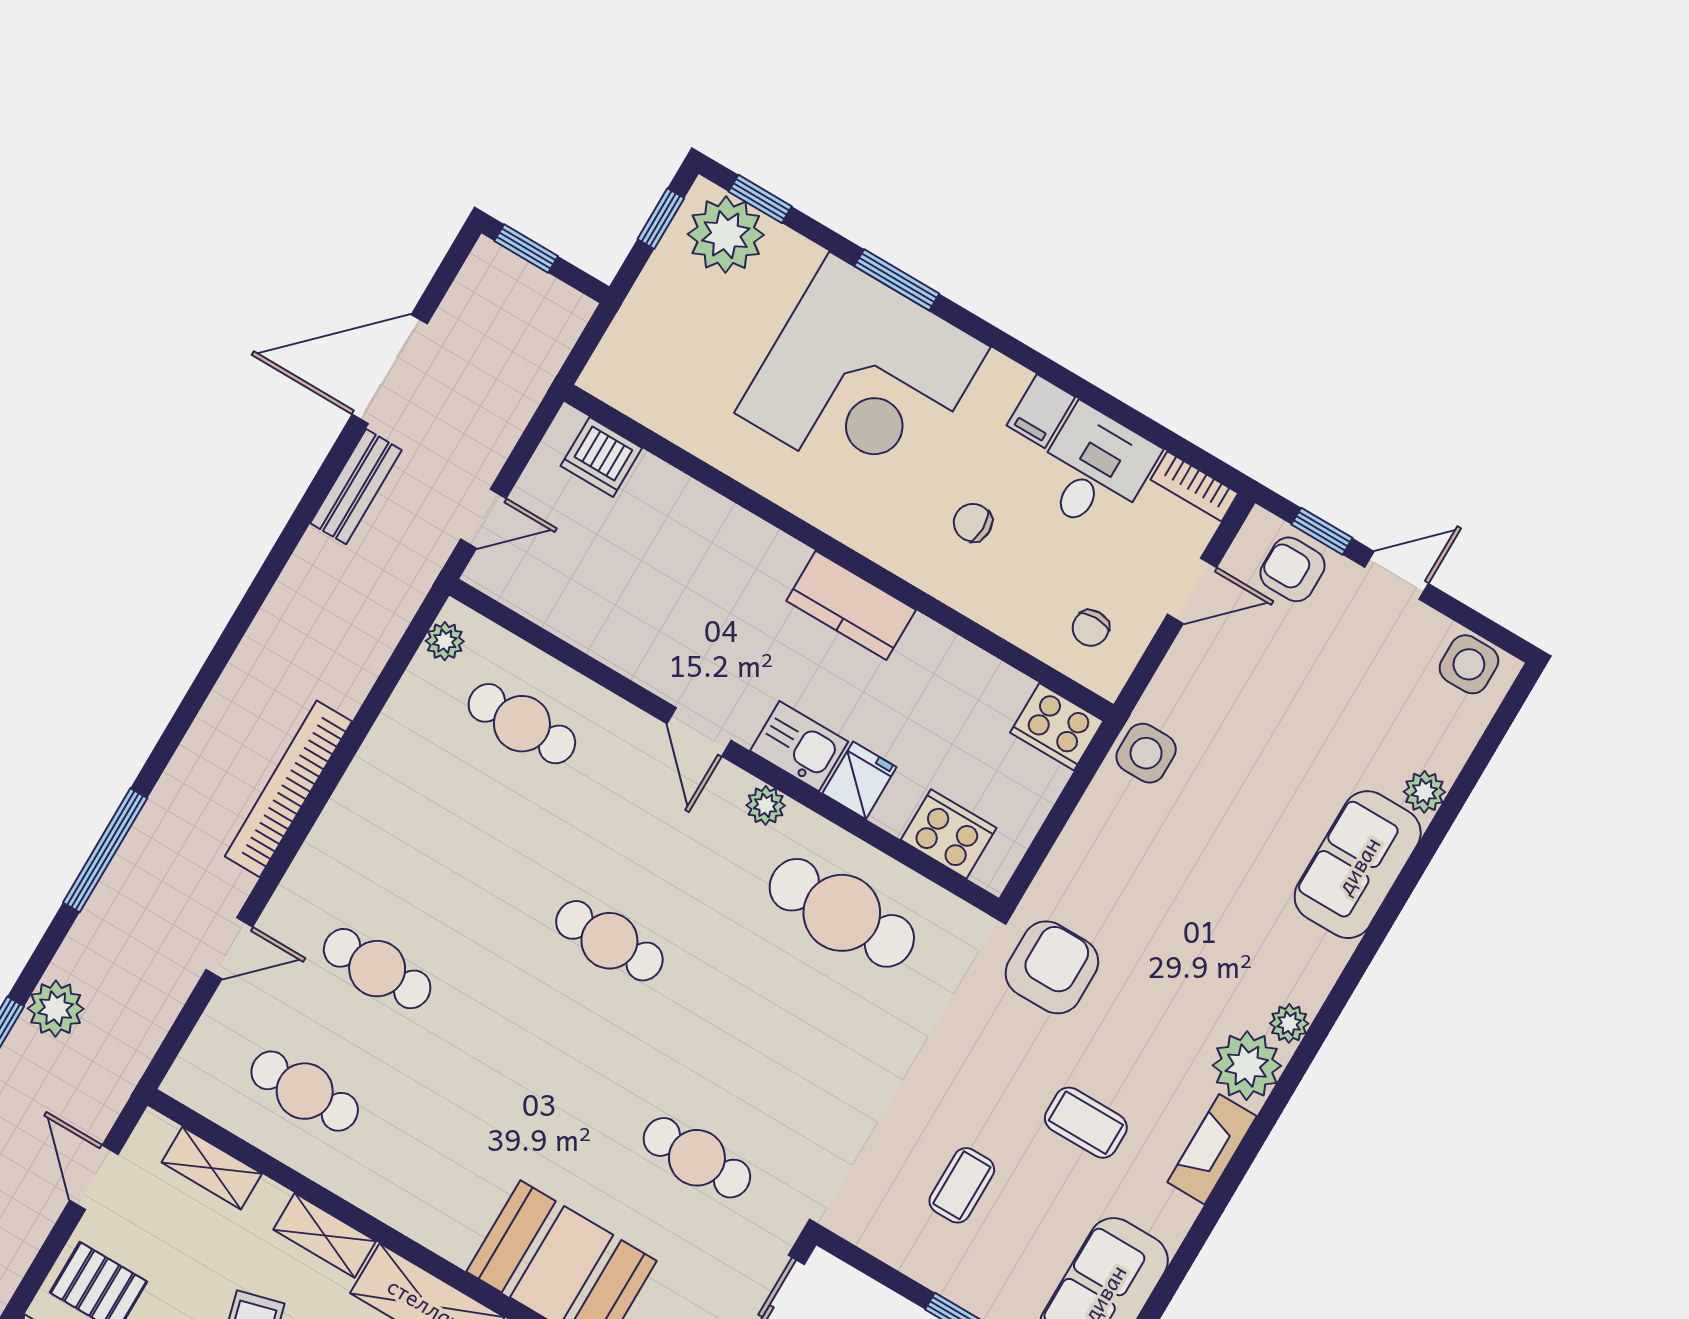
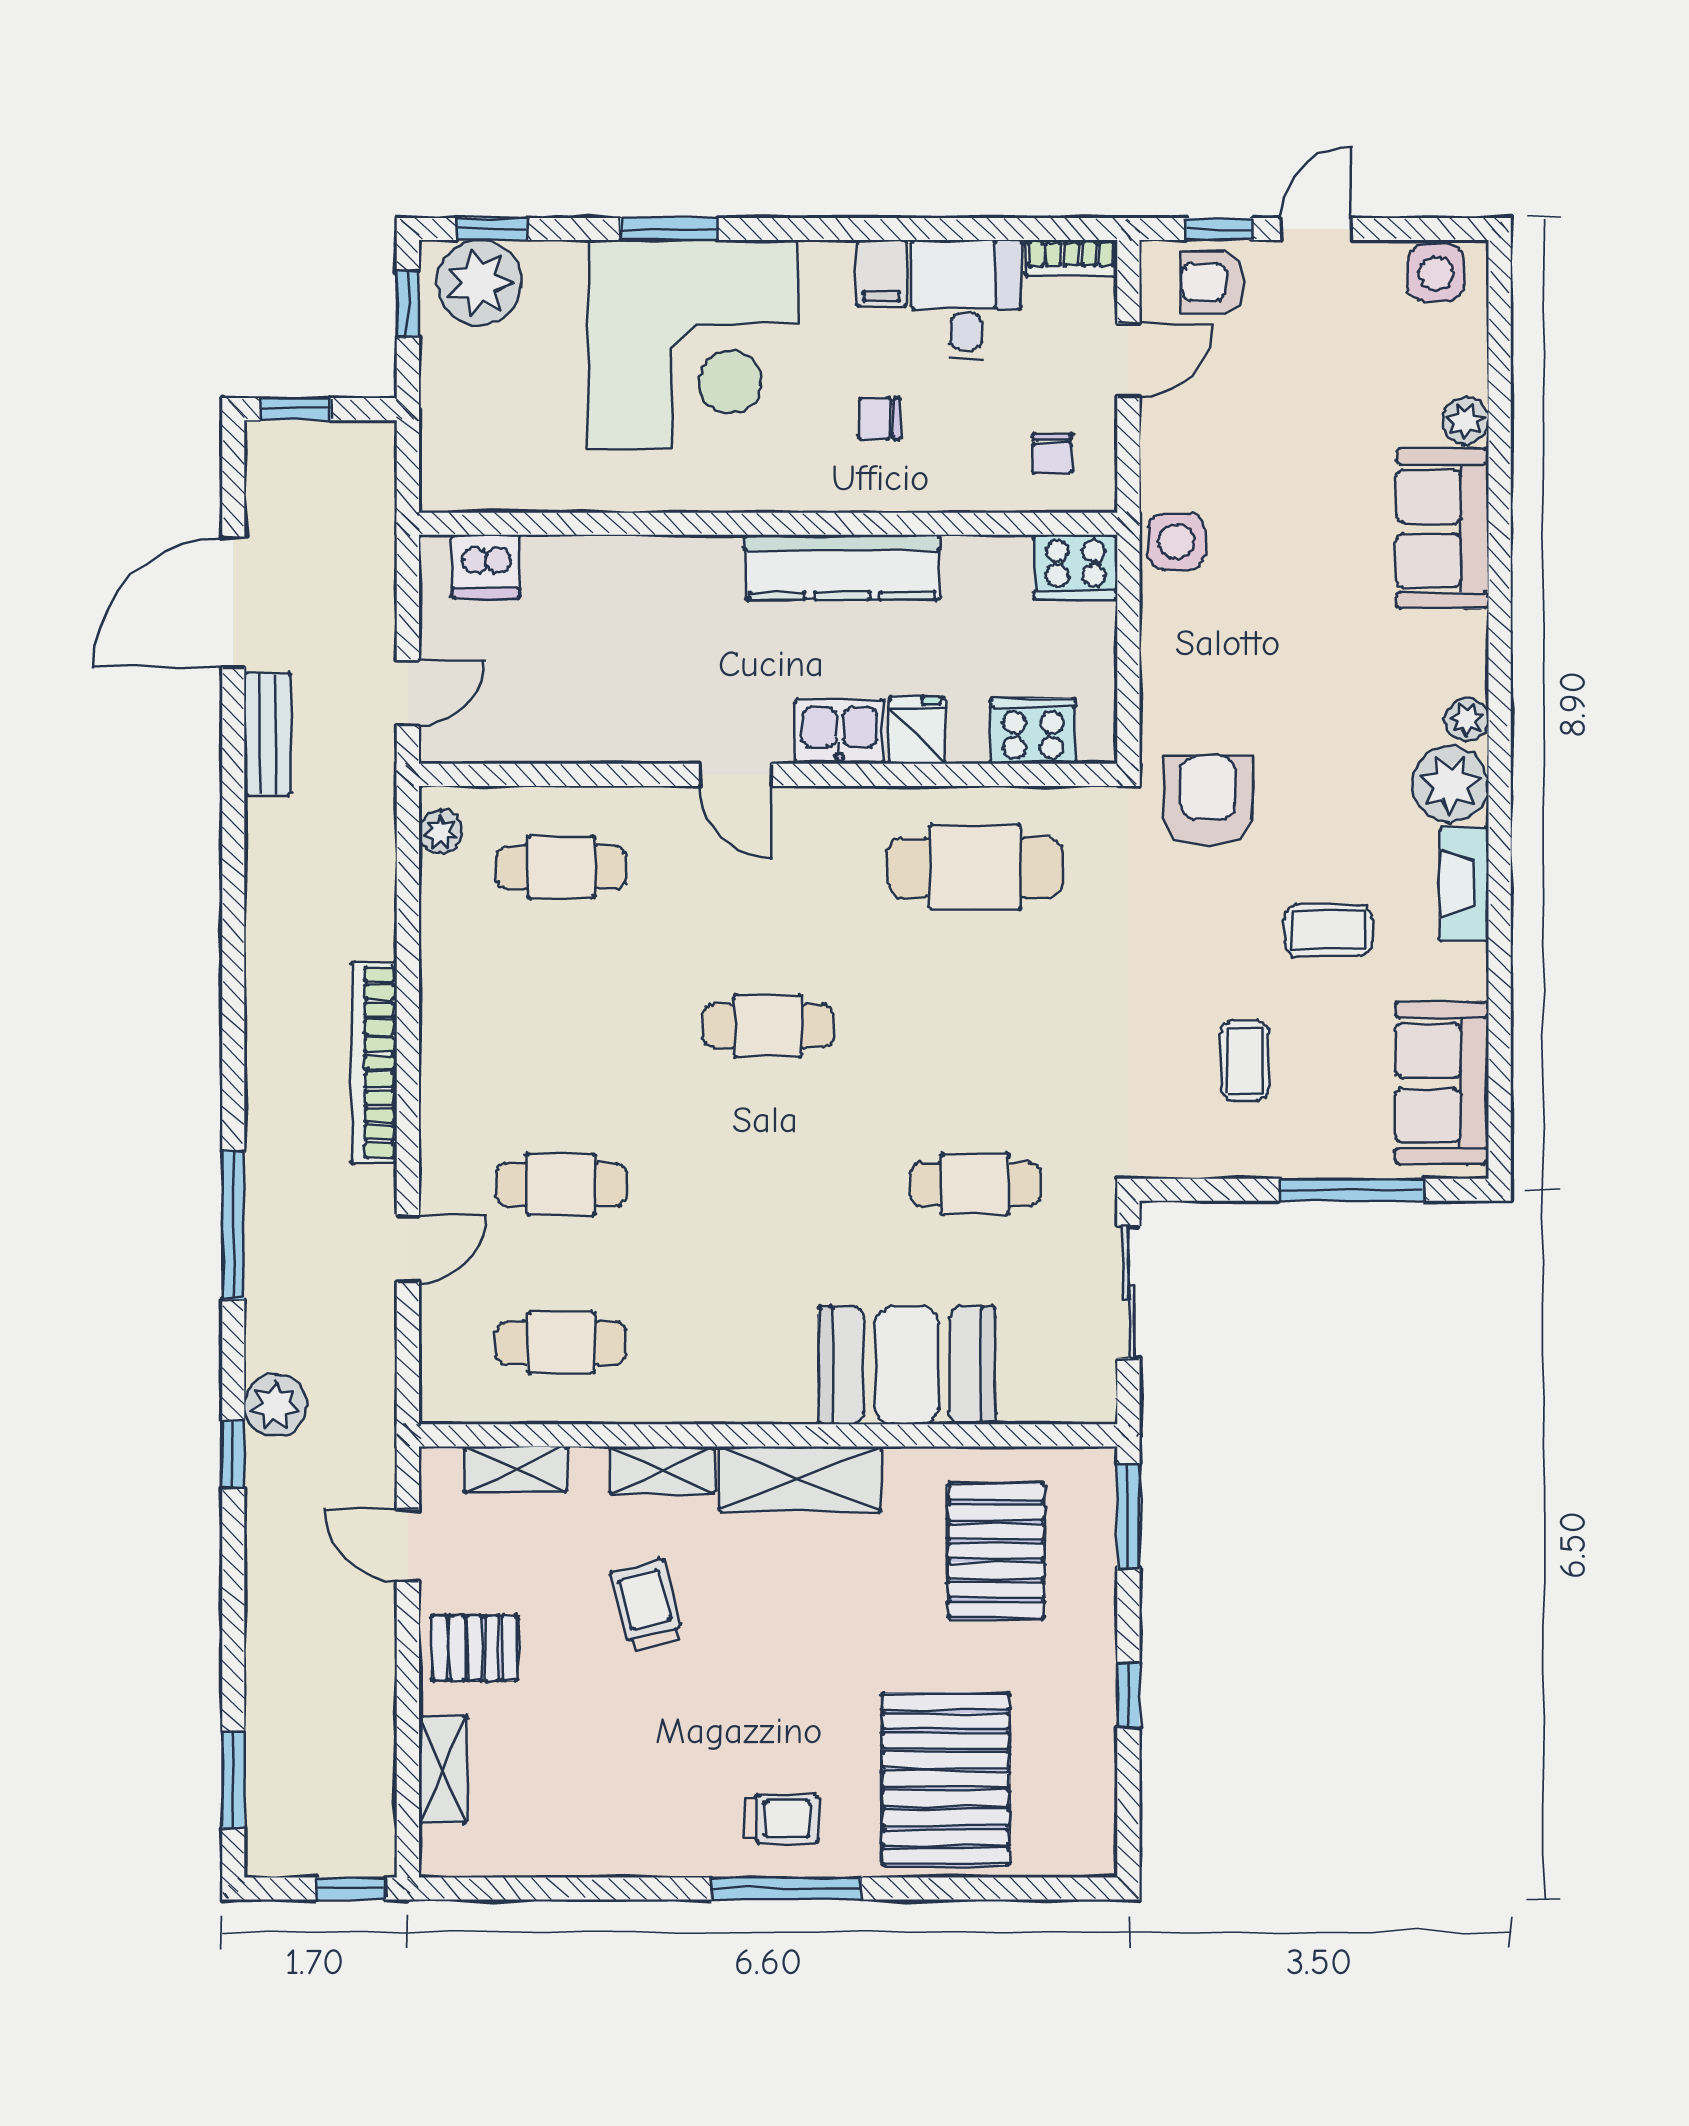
kitchen counter: (851, 605) -> (842, 567), width x1.50
plant: (766, 805) -> (841, 807), removed

